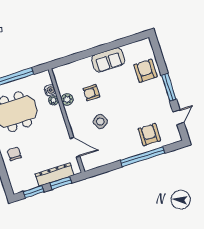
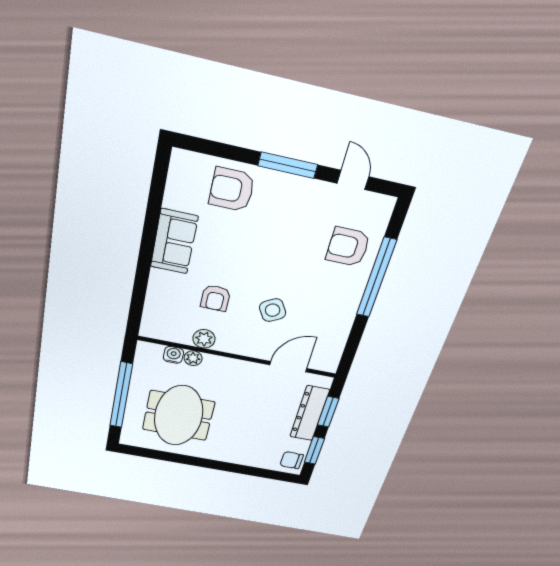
chair: (14, 154) -> (292, 460), moved

